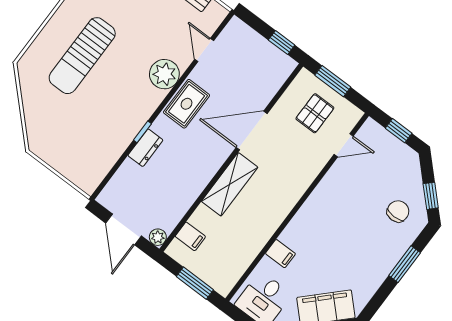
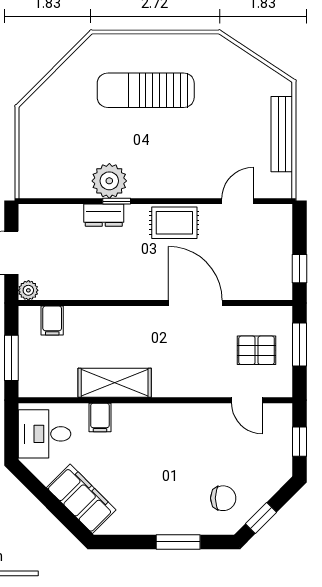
plant: (164, 74) -> (109, 181), moved
shelving: (230, 184) -> (115, 383), moved

